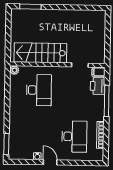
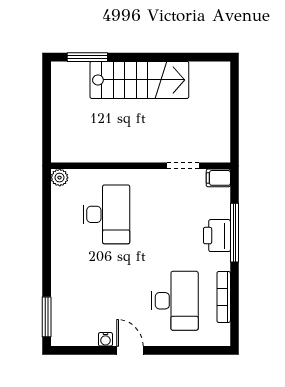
stairs: (40, 53) -> (139, 80), moved, turned 180
printer: (98, 86) -> (217, 236), moved

